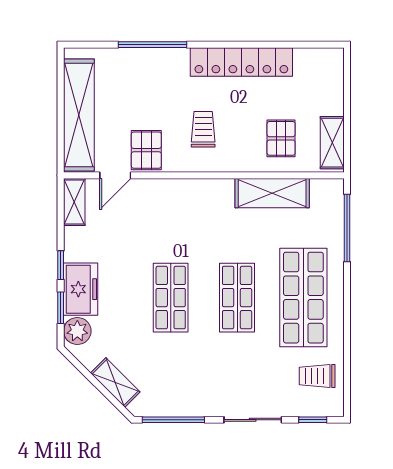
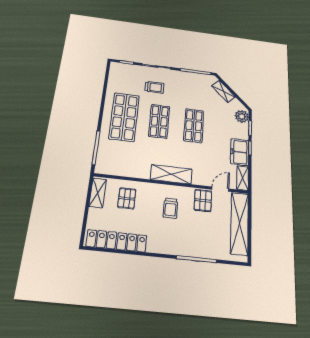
locker: (241, 62) -> (117, 241), moved
shelving: (272, 193) -> (171, 174), moved
freezer: (81, 289) -> (240, 152), moved
trolley: (317, 376) -> (154, 87), moved

